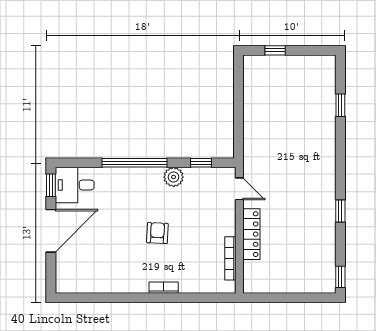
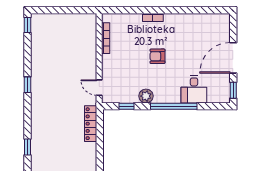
desk: (75, 185) -> (194, 89), moved, turned 90
window: (340, 211) -> (27, 85), moved
armchair: (157, 233) -> (157, 56), turned 87
locker: (251, 234) -> (91, 124), moved

